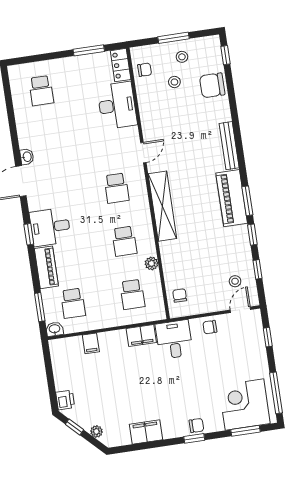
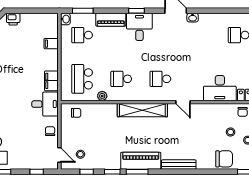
chair: (212, 85) -> (224, 159), turned 90
school desk: (132, 294) -> (82, 79), width x1.85

